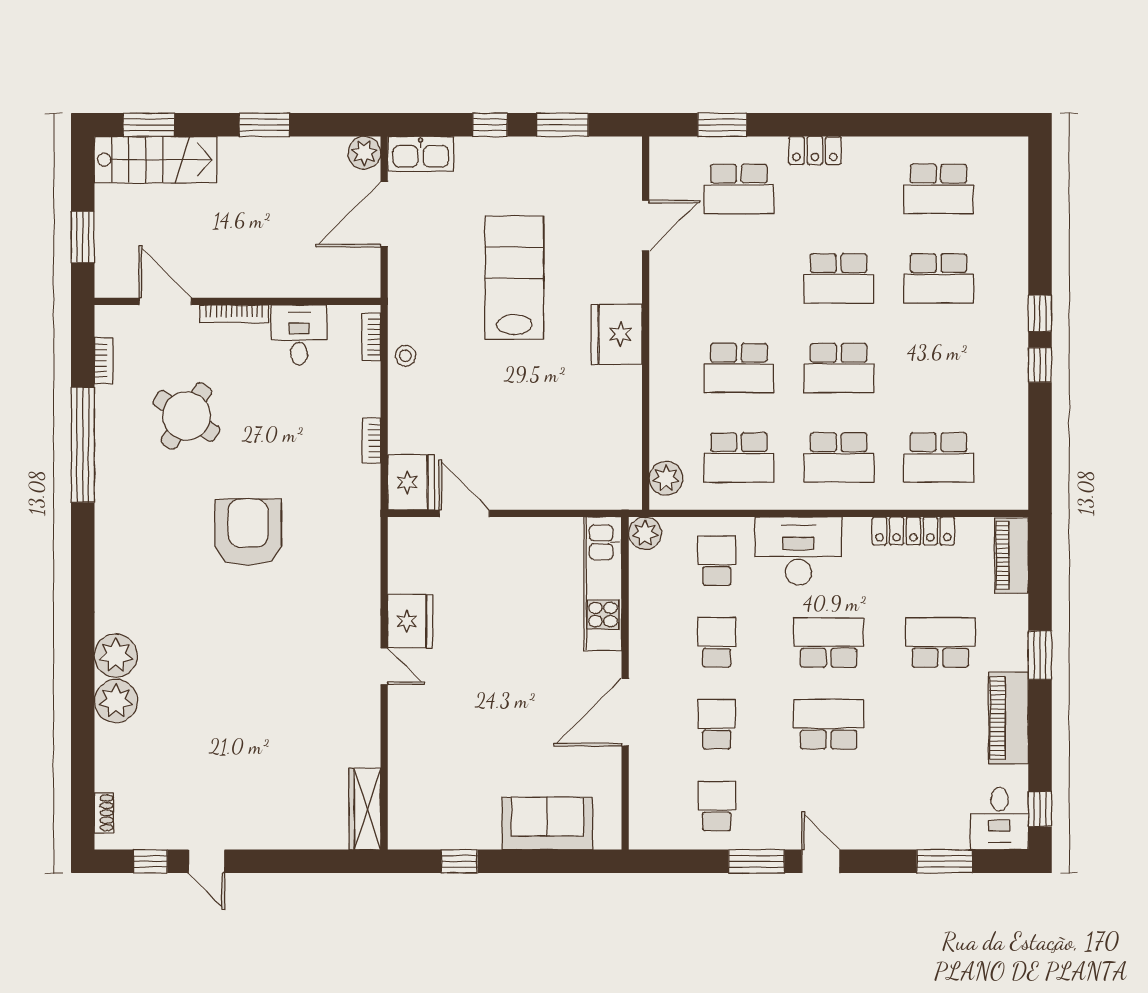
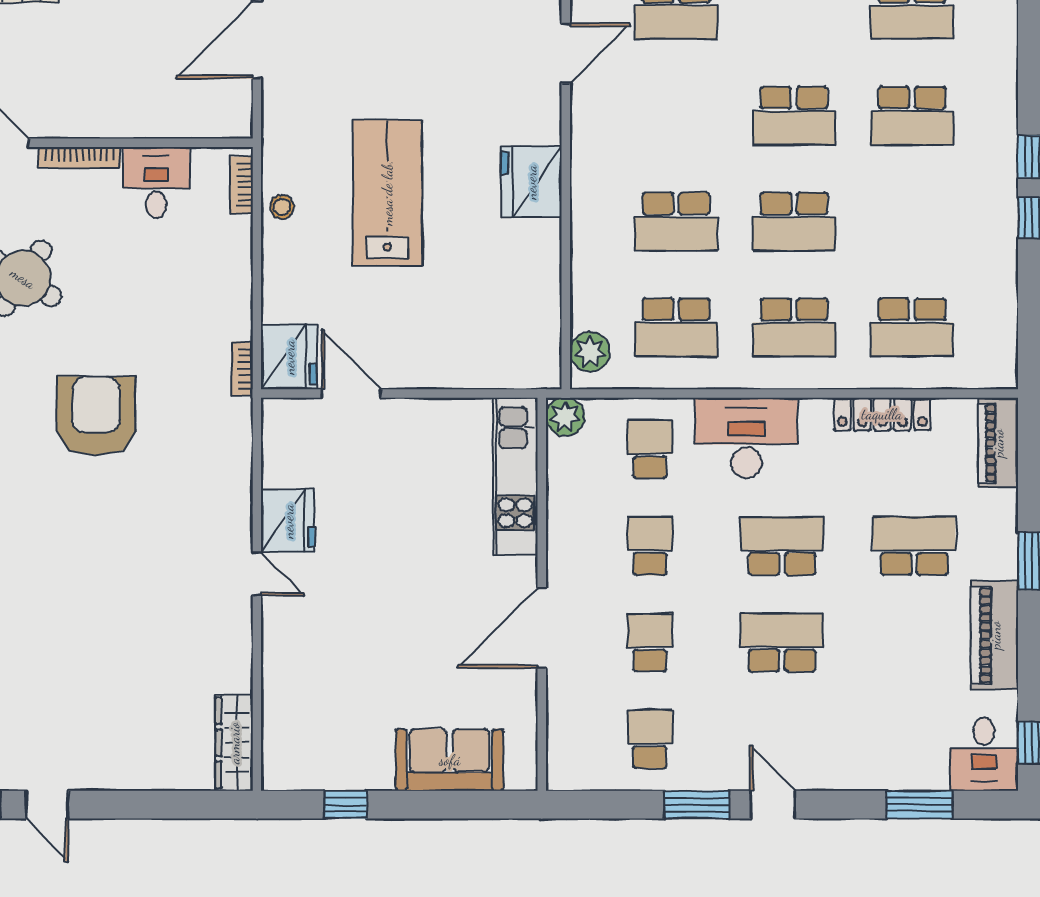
lab bench: (514, 278) -> (387, 193), moved
bookcase: (372, 441) -> (242, 369), moved

